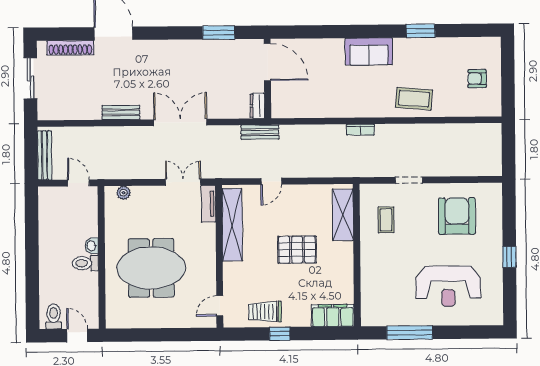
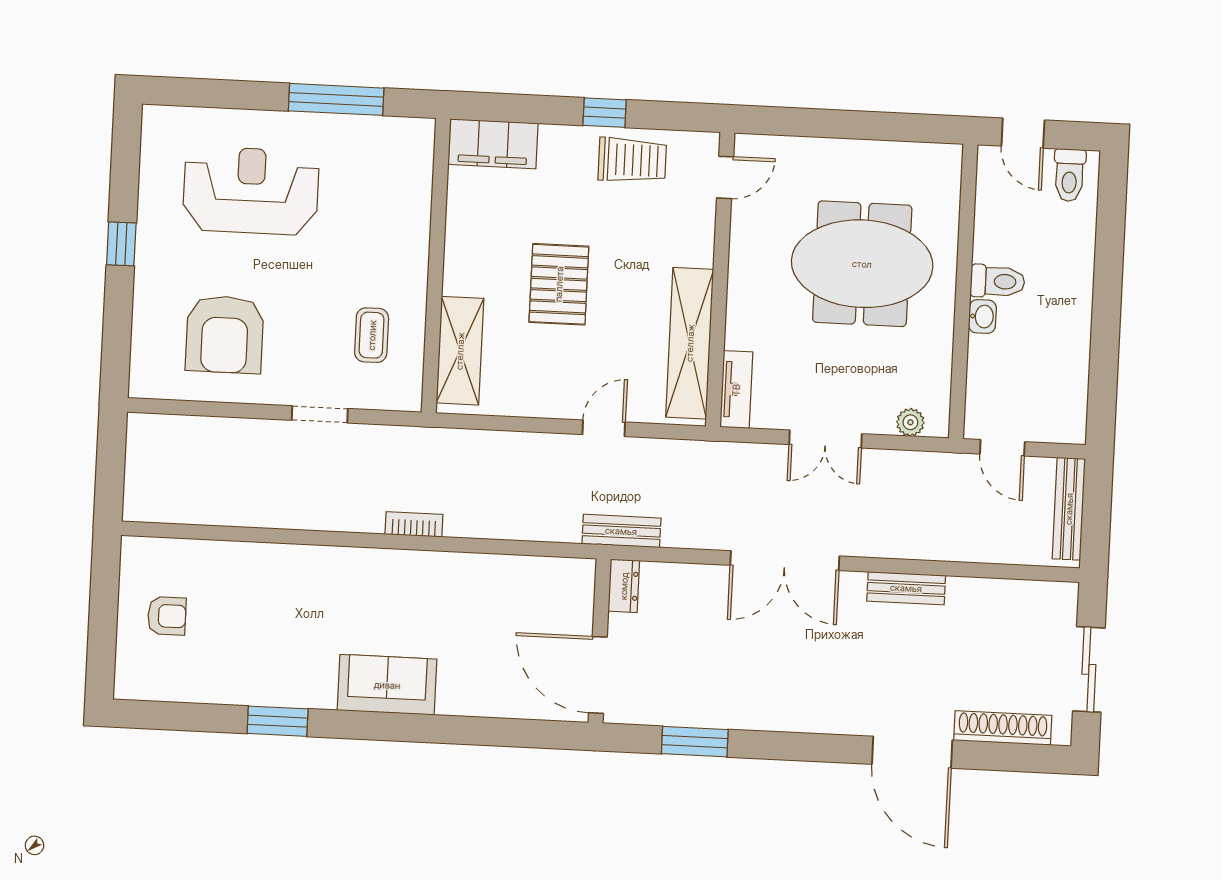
coffee table: (414, 99) -> (299, 582), removed
double door: (183, 182) -> (825, 439), moved
pallet: (297, 250) -> (559, 284), turned 90

